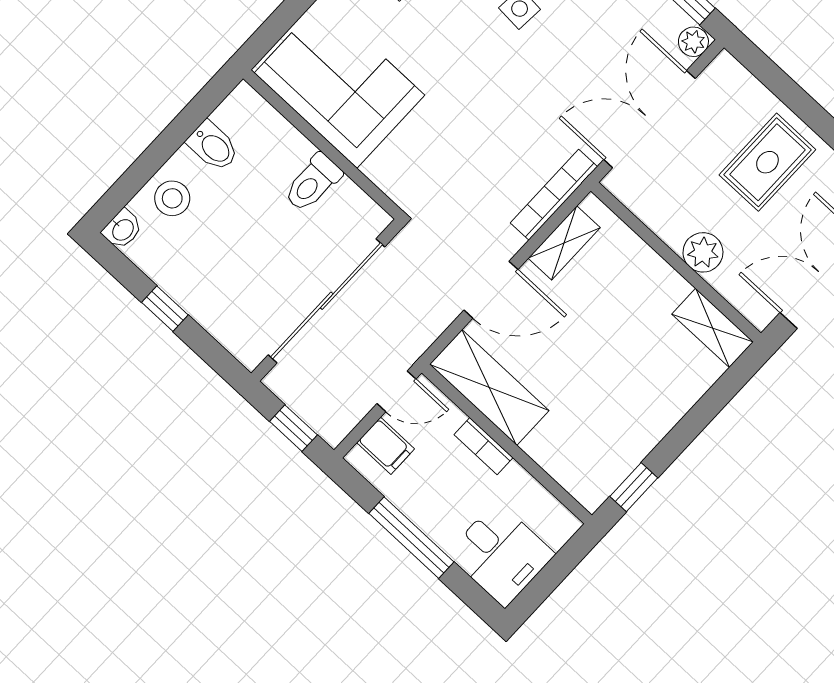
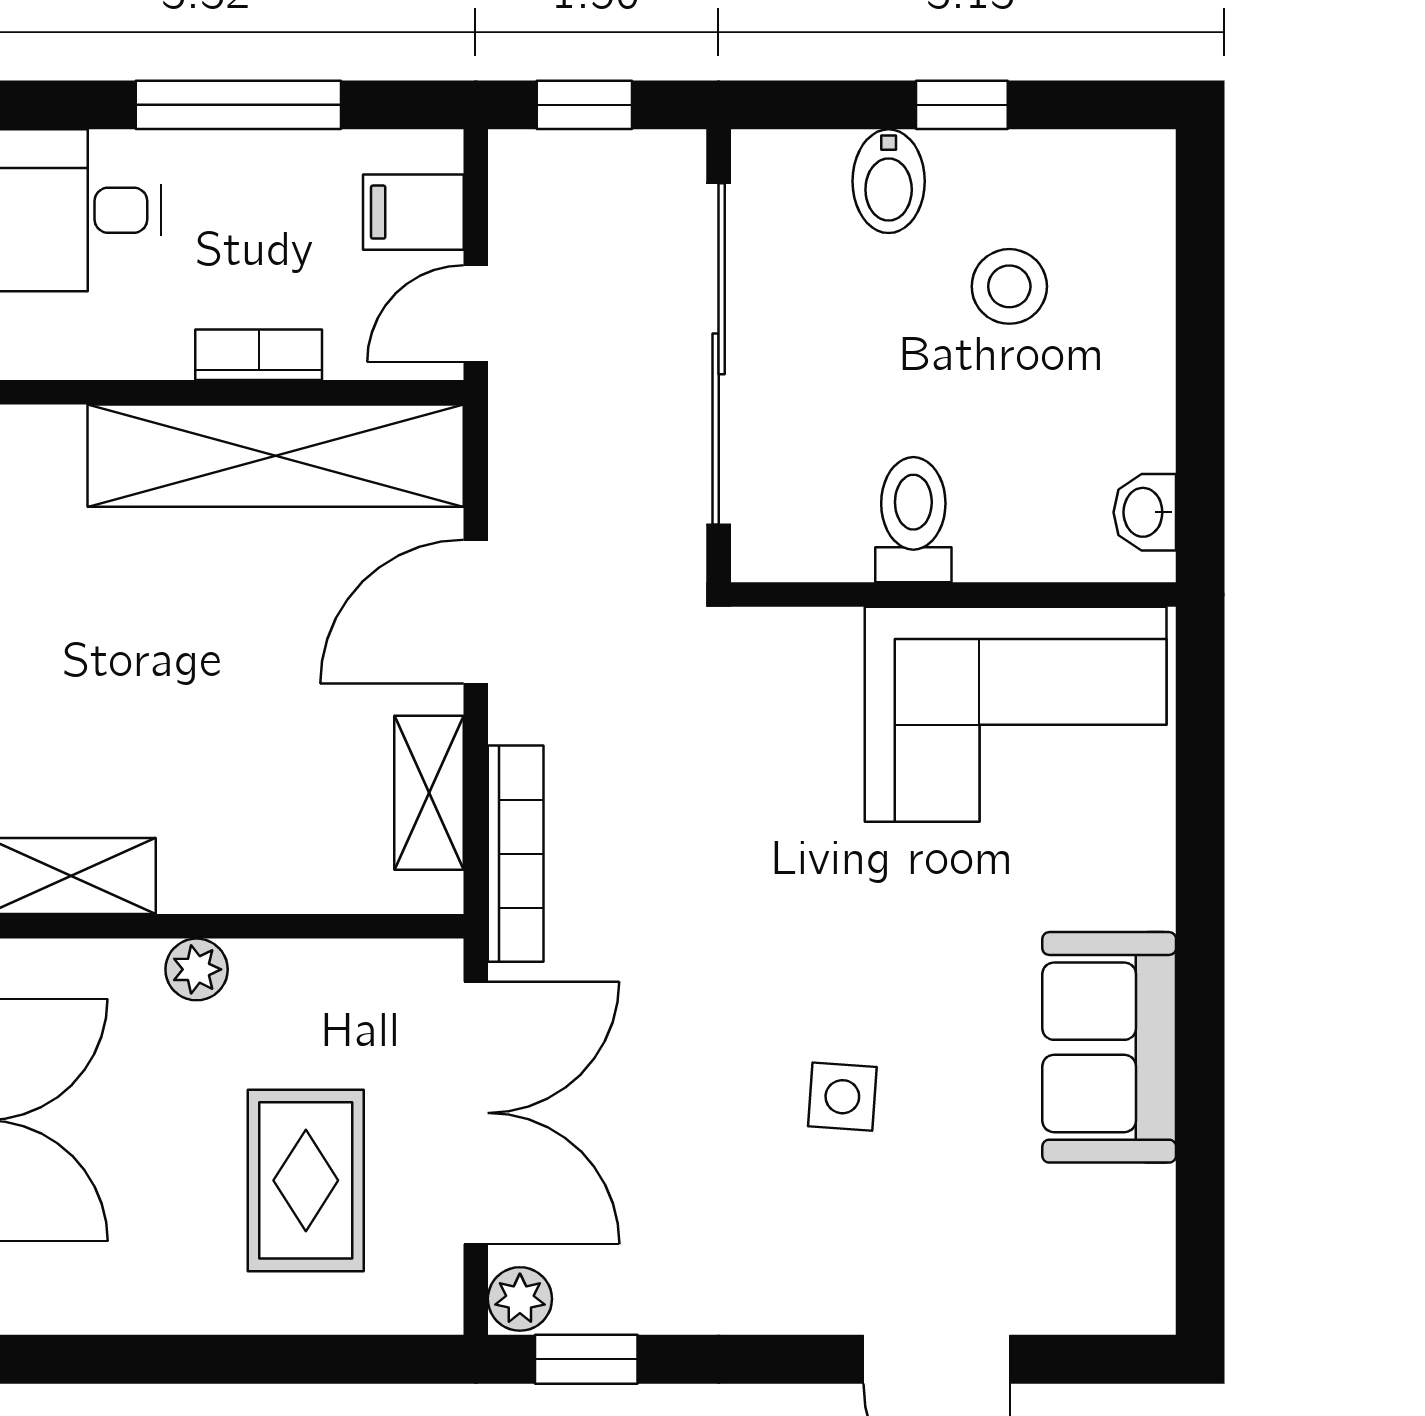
bidet: (213, 146) -> (889, 181), moved, turned -90
rug: (767, 162) -> (306, 1180), moved
stool: (172, 198) -> (1009, 286), moved
washbasin: (122, 229) -> (1145, 512), moved
plant: (703, 252) -> (197, 969), width x0.73, depth x0.73
shelving: (489, 387) -> (276, 456), width x1.47

